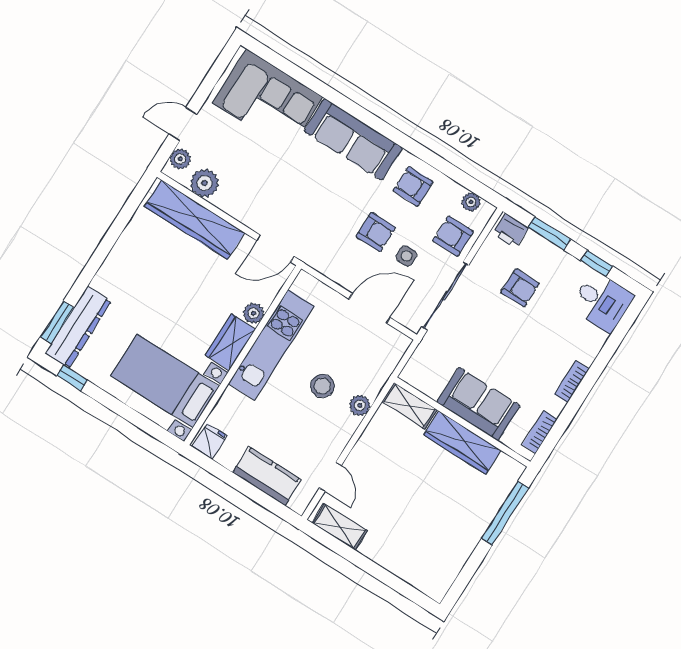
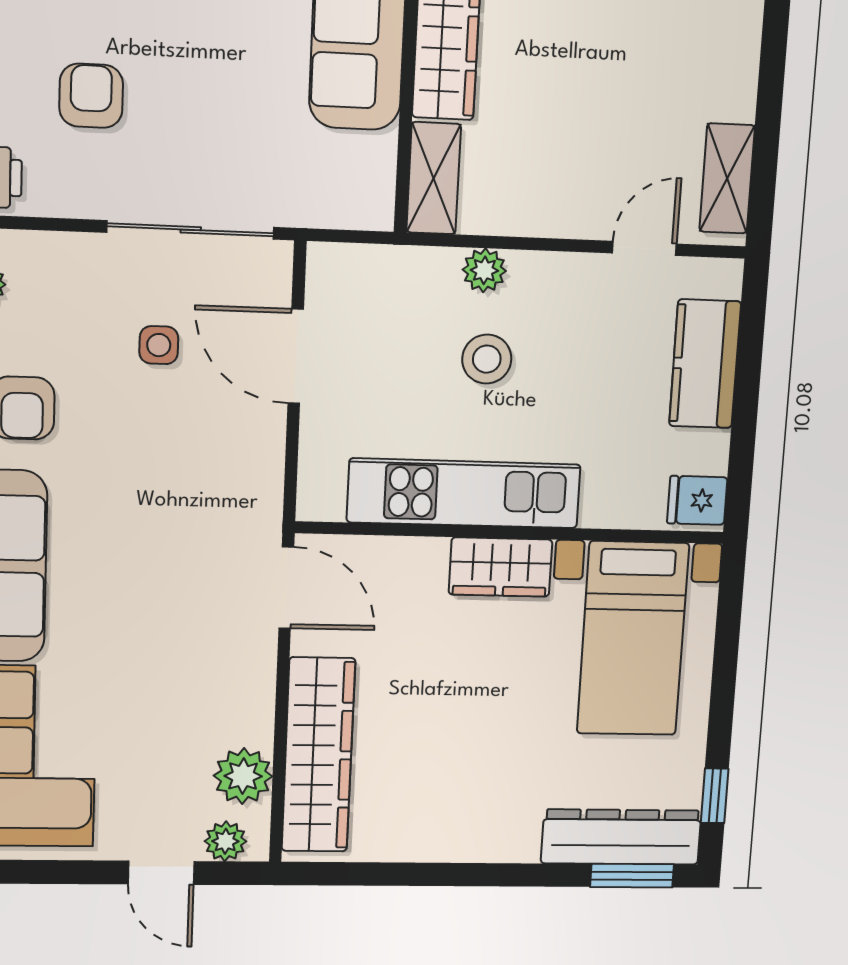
armchair: (376, 232) -> (148, 427), removed
armchair: (453, 236) -> (70, 280), removed
plant: (254, 313) -> (425, 557), removed

